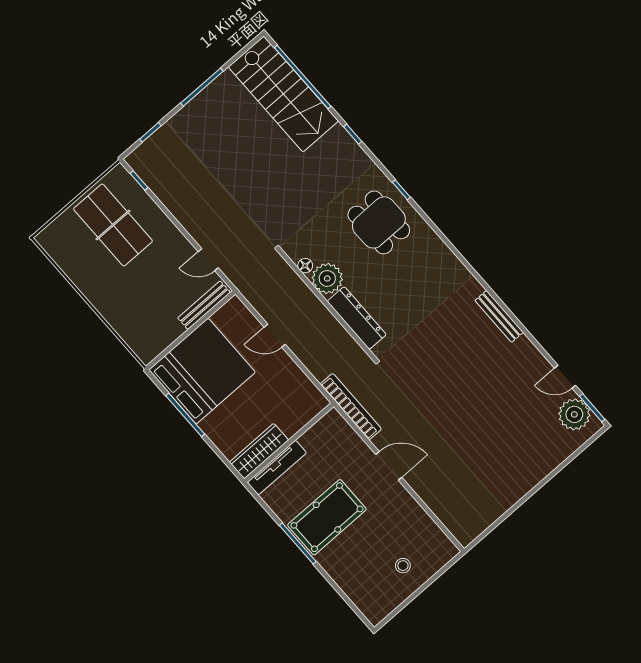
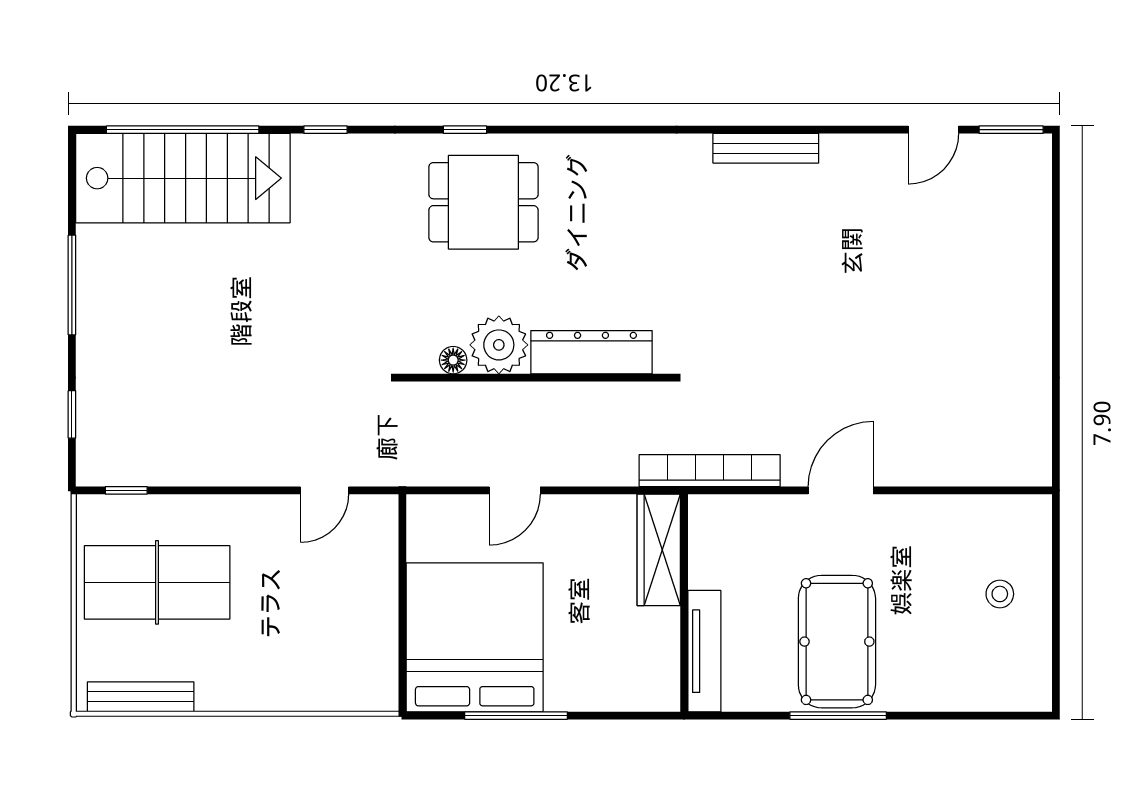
bench: (204, 305) -> (141, 697), moved, turned 90
plant: (574, 414) -> (998, 163), removed
wardrobe: (259, 451) -> (659, 550), moved

